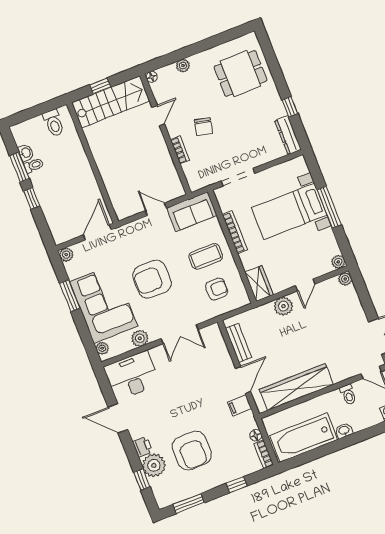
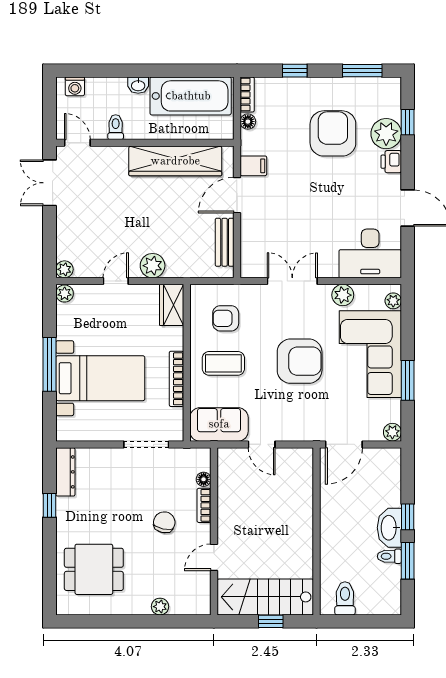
floor lamp: (152, 77) -> (204, 479), moved
washbasin: (26, 153) -> (389, 528), moved, width x1.91, depth x1.45

